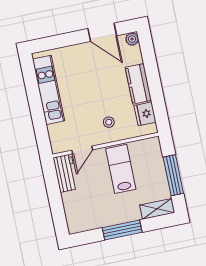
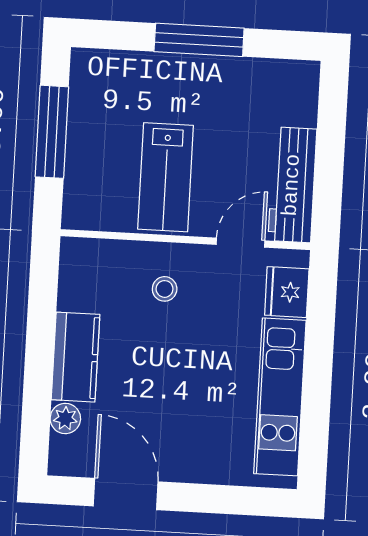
plant: (132, 39) -> (65, 418), moved
fridge: (145, 114) -> (287, 292), moved, turned 180
workbench: (66, 173) -> (292, 185), width x1.38
shelving: (157, 209) -> (108, 66), removed

